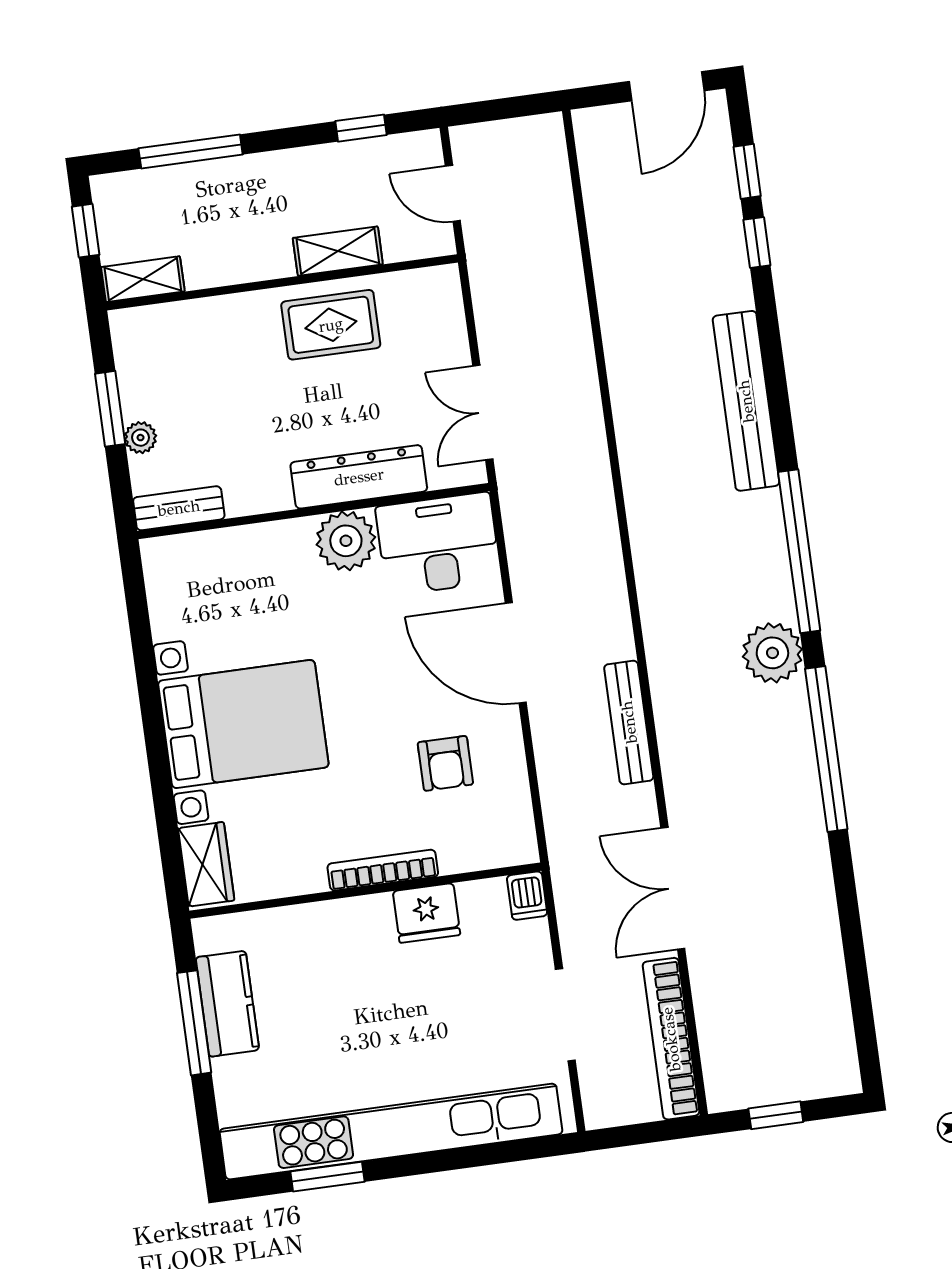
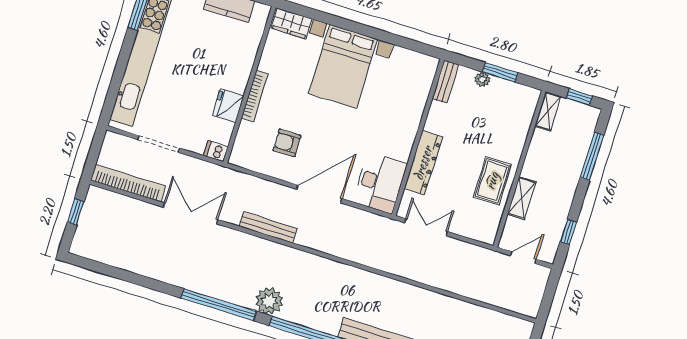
plant: (346, 541) -> (399, 145), removed

